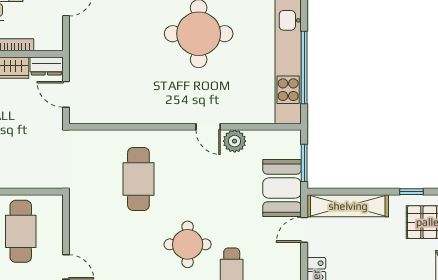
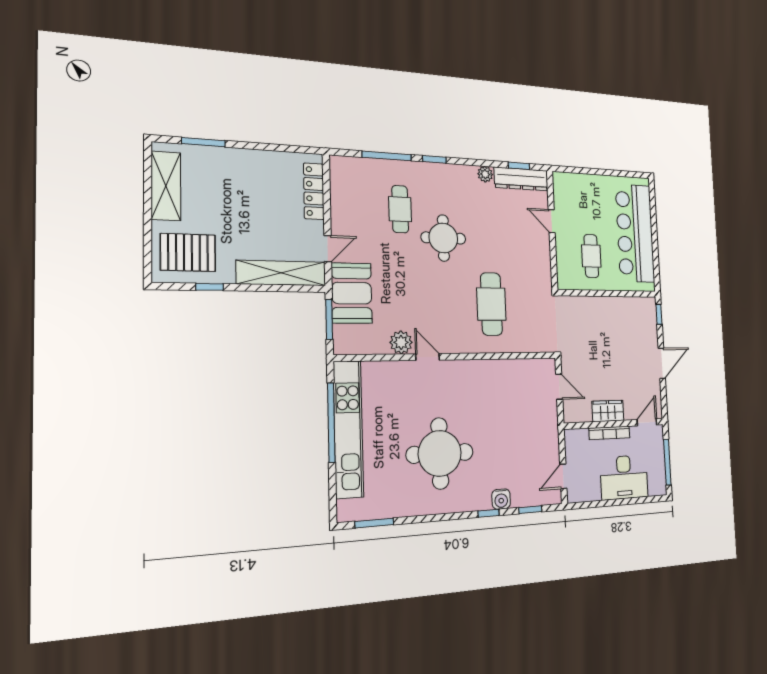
dresser: (46, 66) -> (577, 414), removed
cafe table: (21, 231) -> (591, 256), width x0.73, depth x0.74

